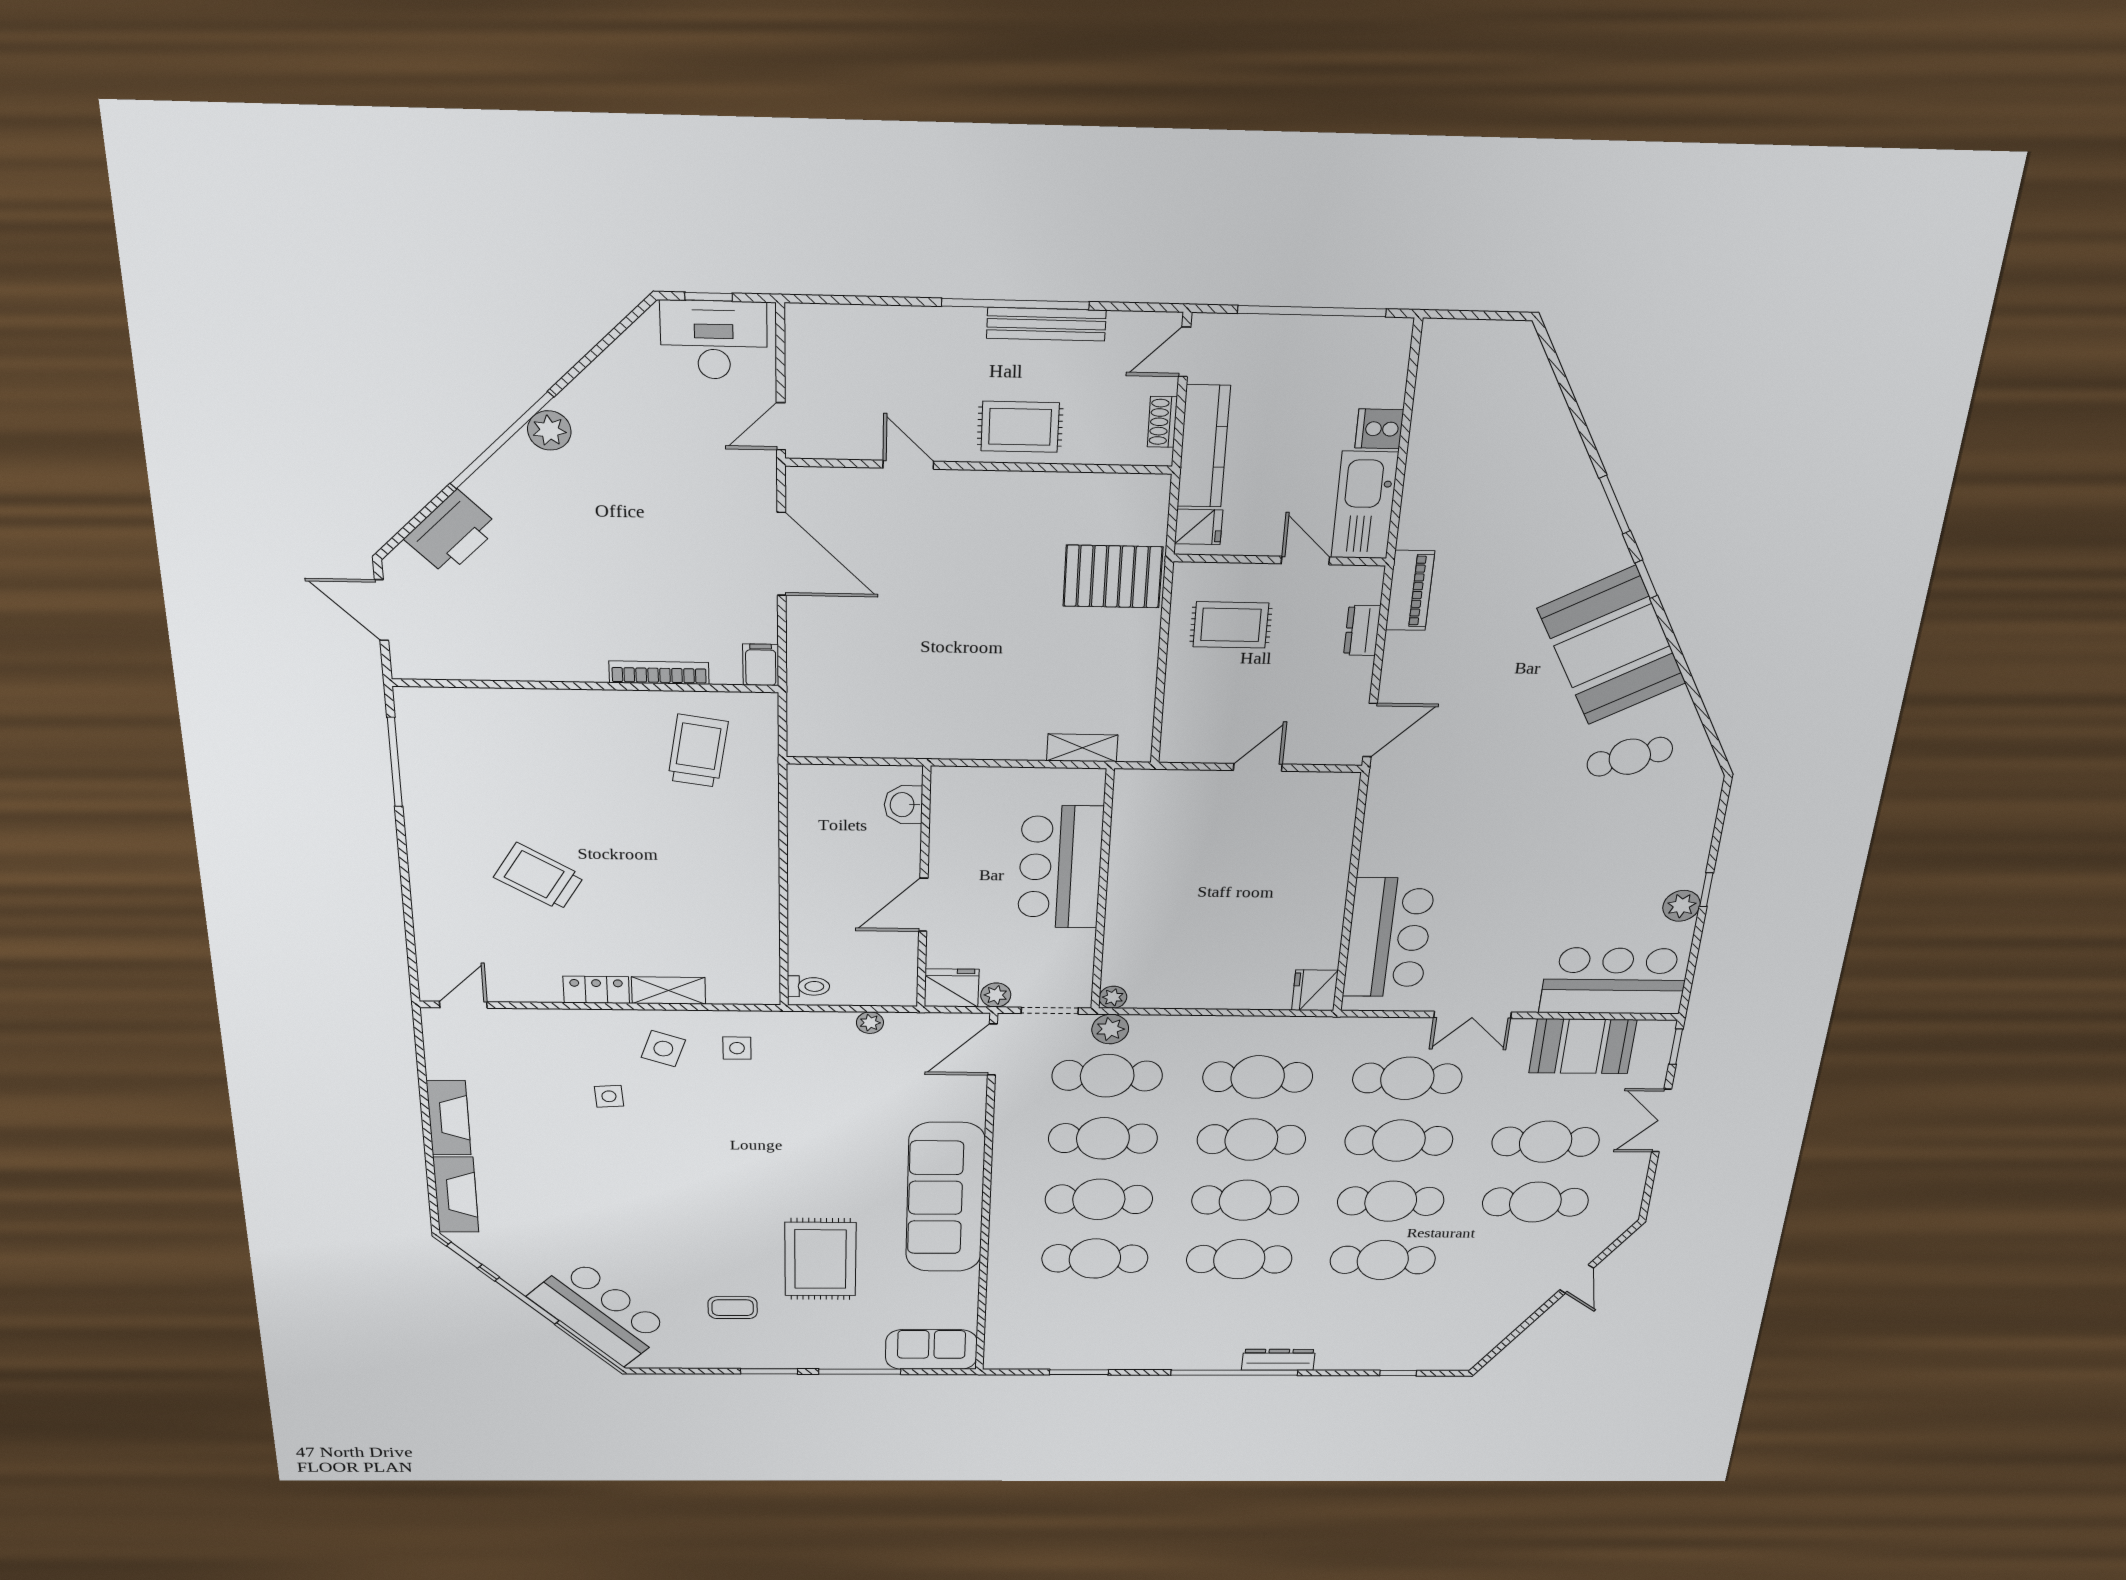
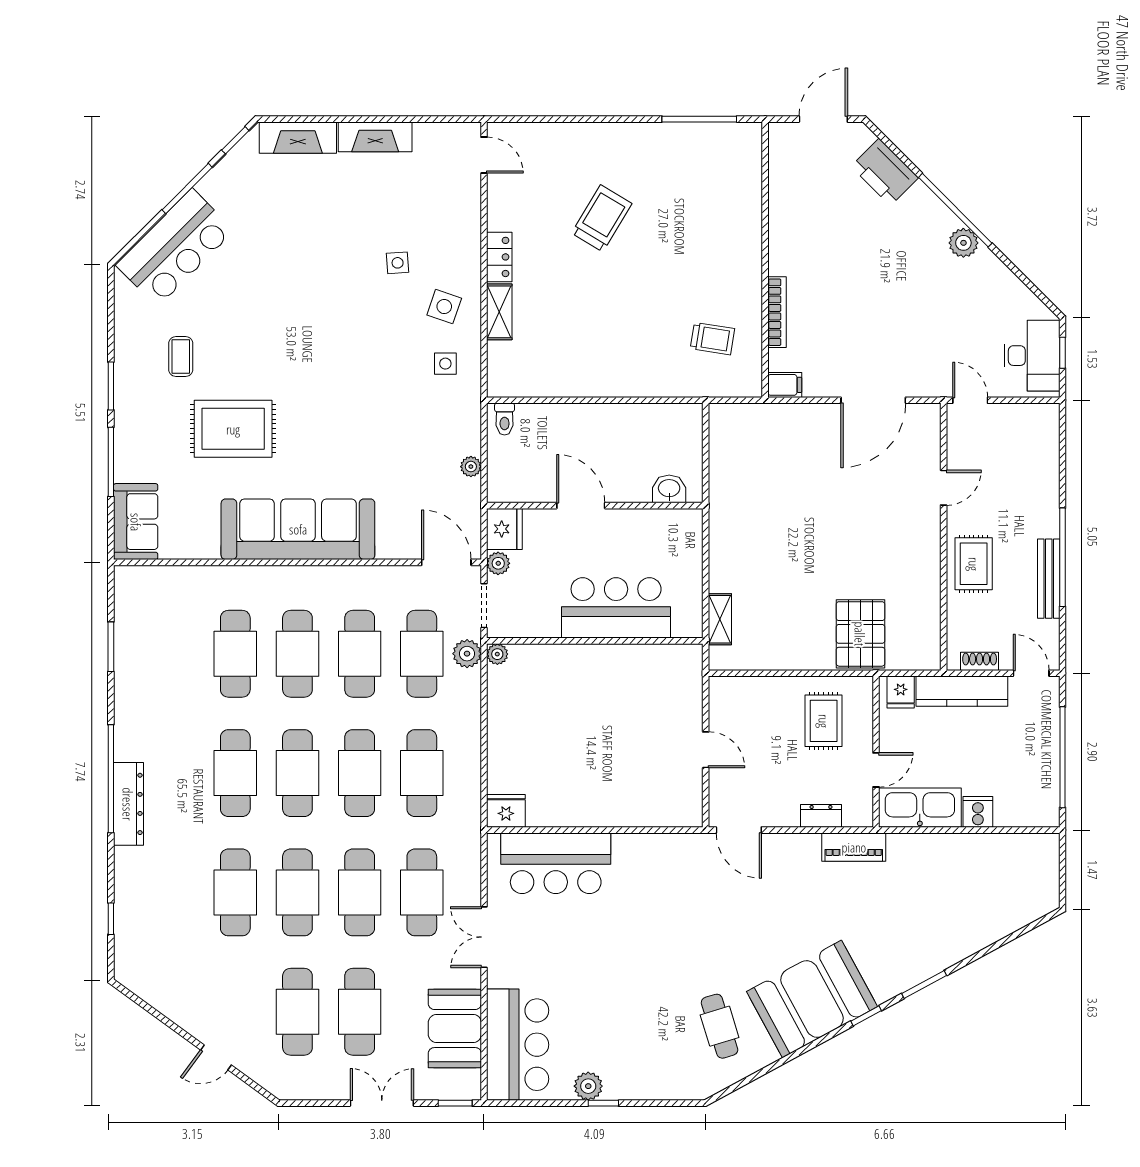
trolley: (698, 751) -> (712, 339), width x0.73, depth x0.72
dresser: (1278, 1360) -> (128, 804), width x1.37, depth x1.24

